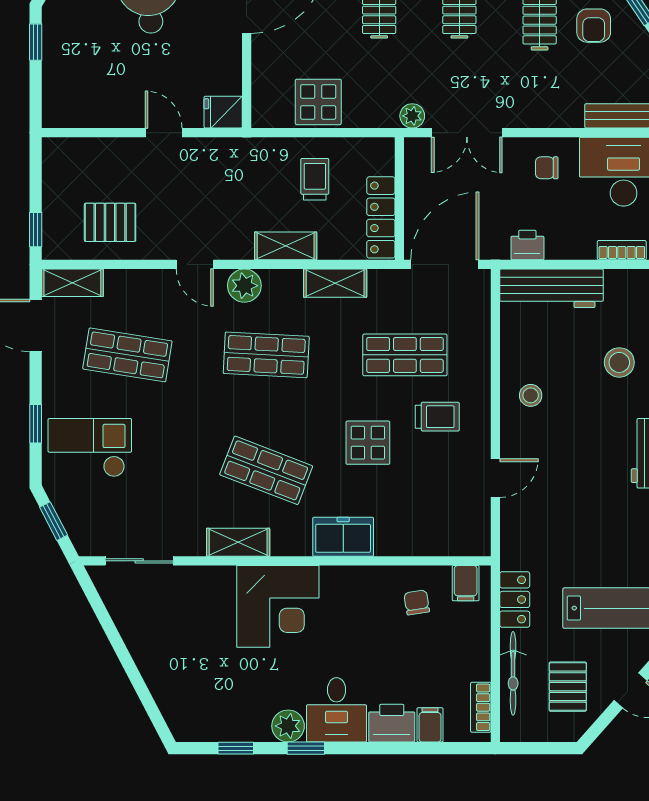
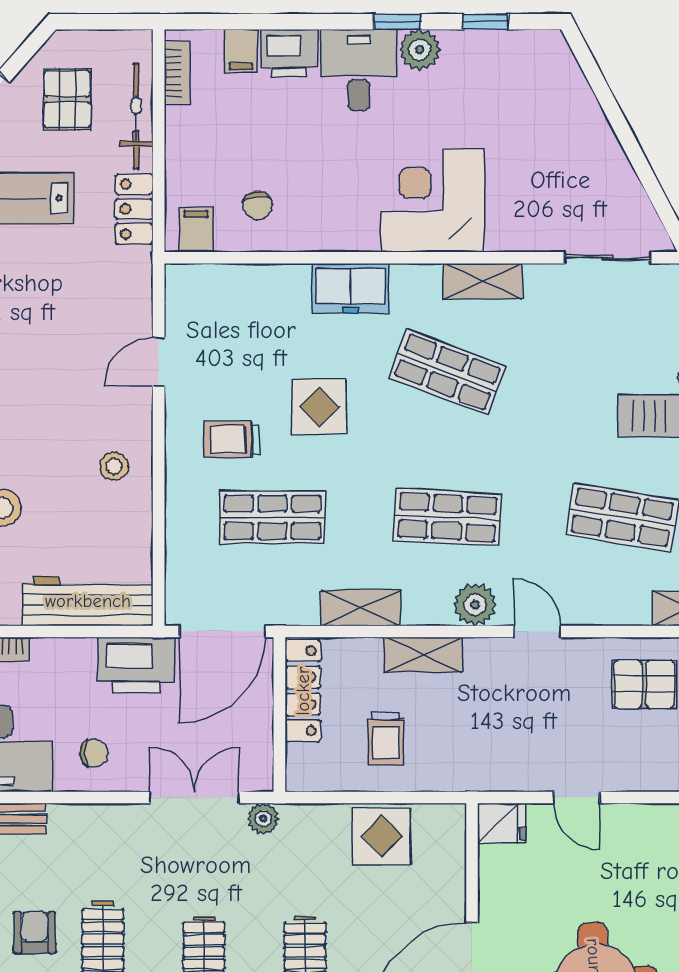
printer: (527, 245) -> (136, 665), width x1.87, depth x1.48

